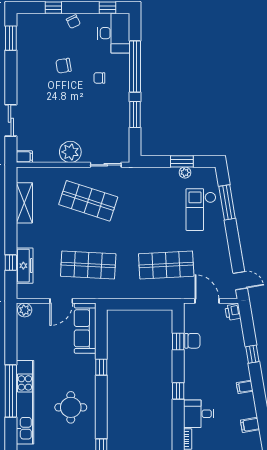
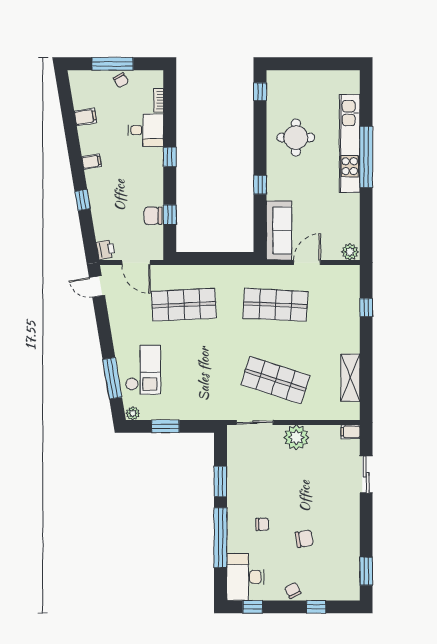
plant: (185, 172) -> (133, 413), moved
freezer: (25, 266) -> (350, 304), removed

